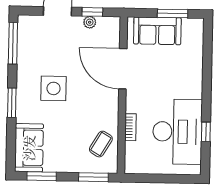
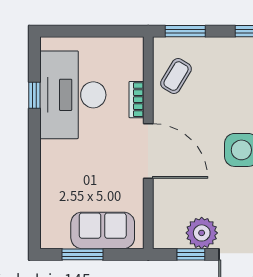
plant: (90, 22) -> (202, 233), width x1.88, depth x1.88
door: (123, 69) -> (148, 151), moved

